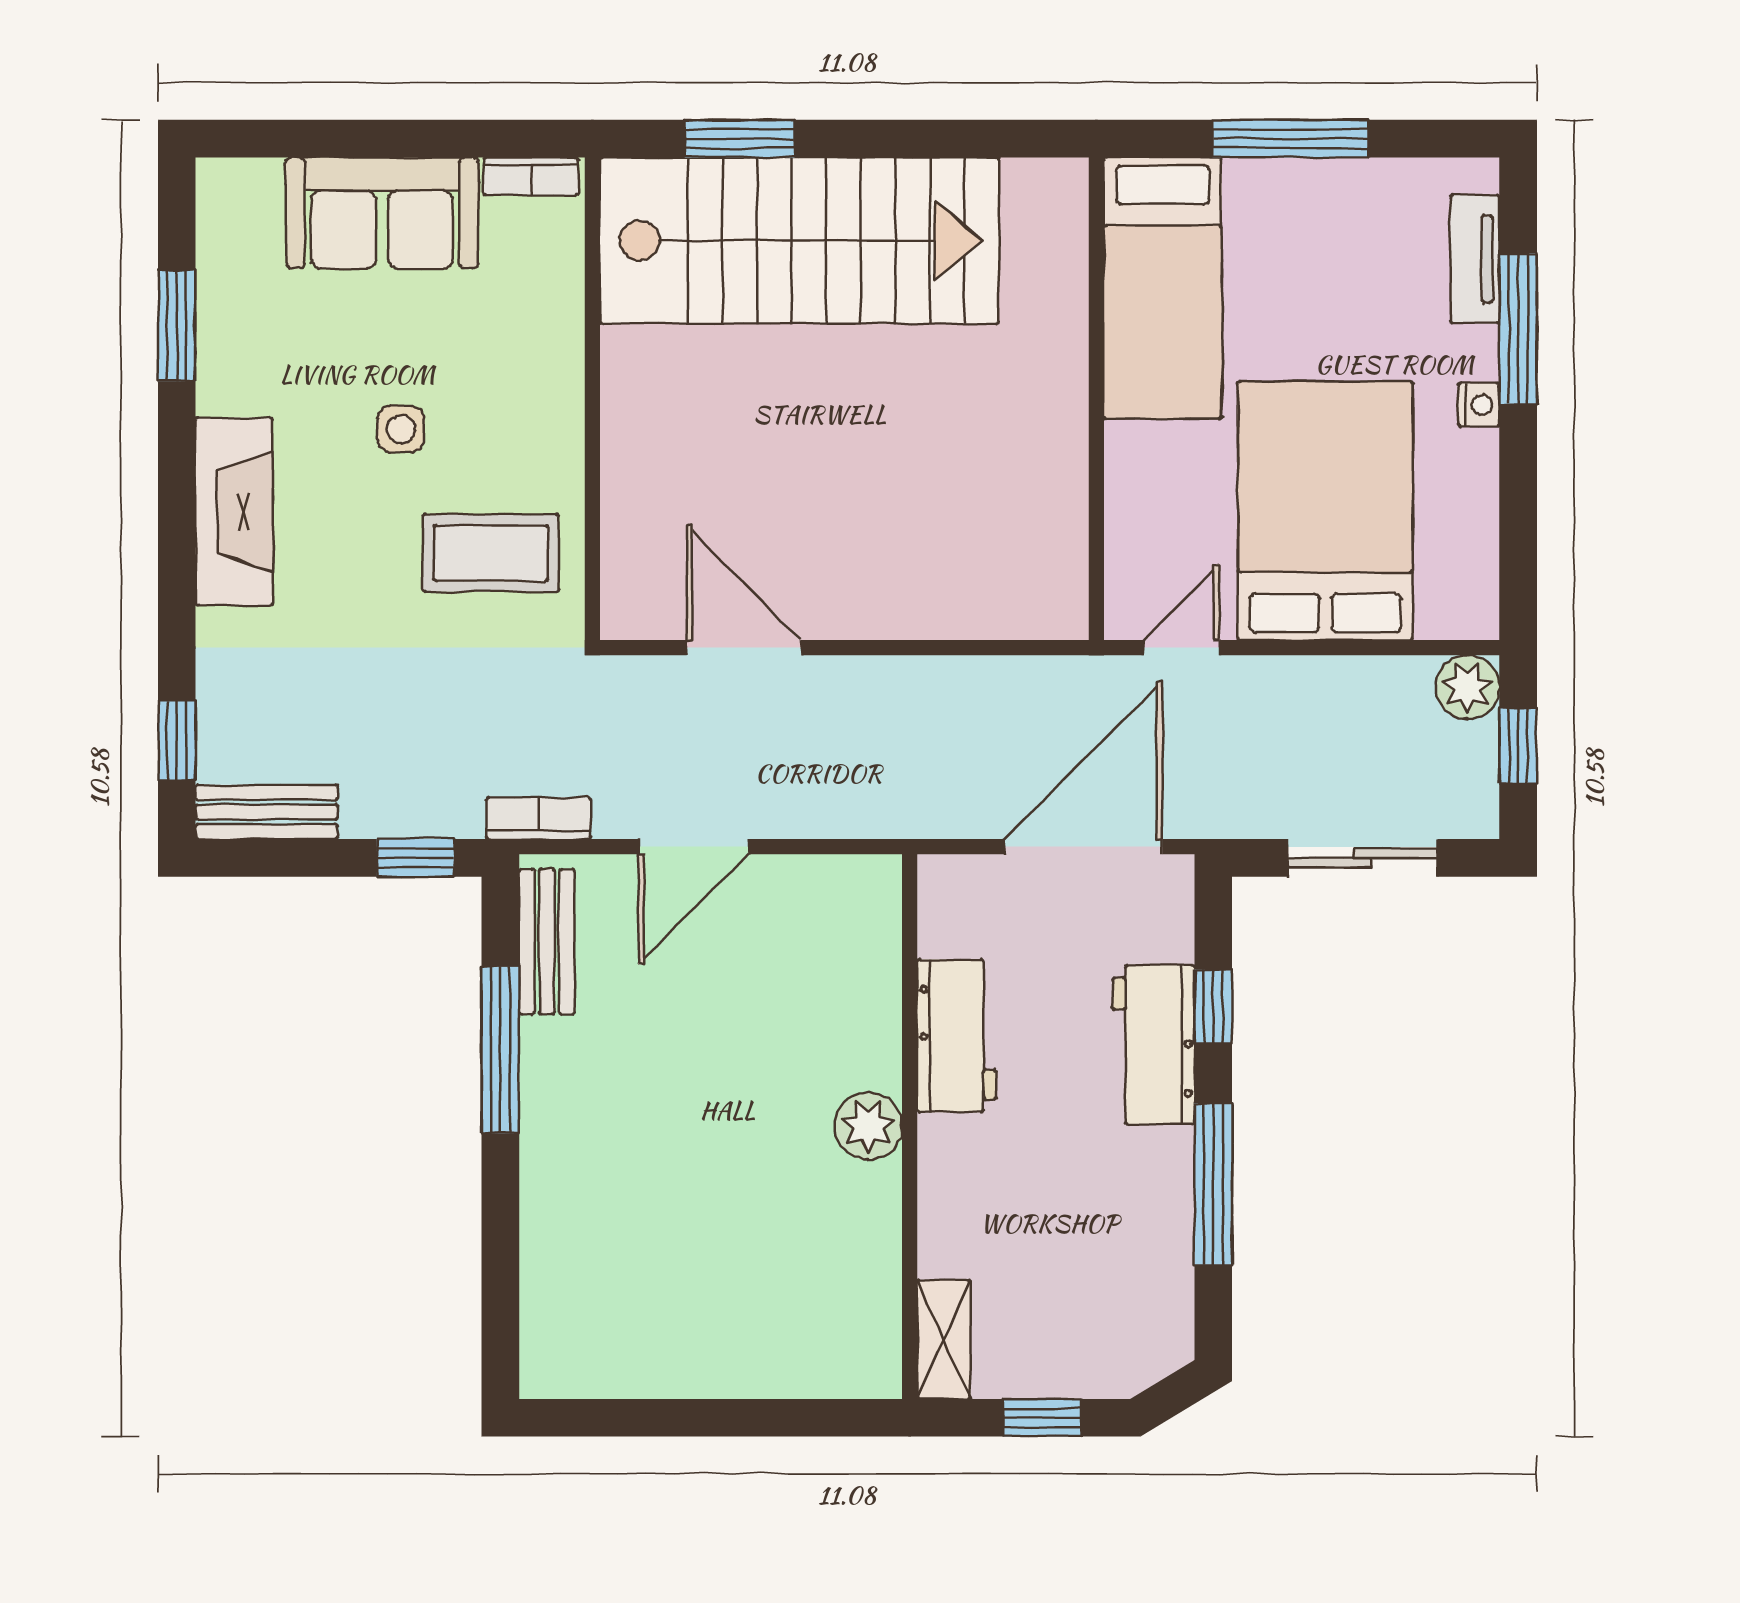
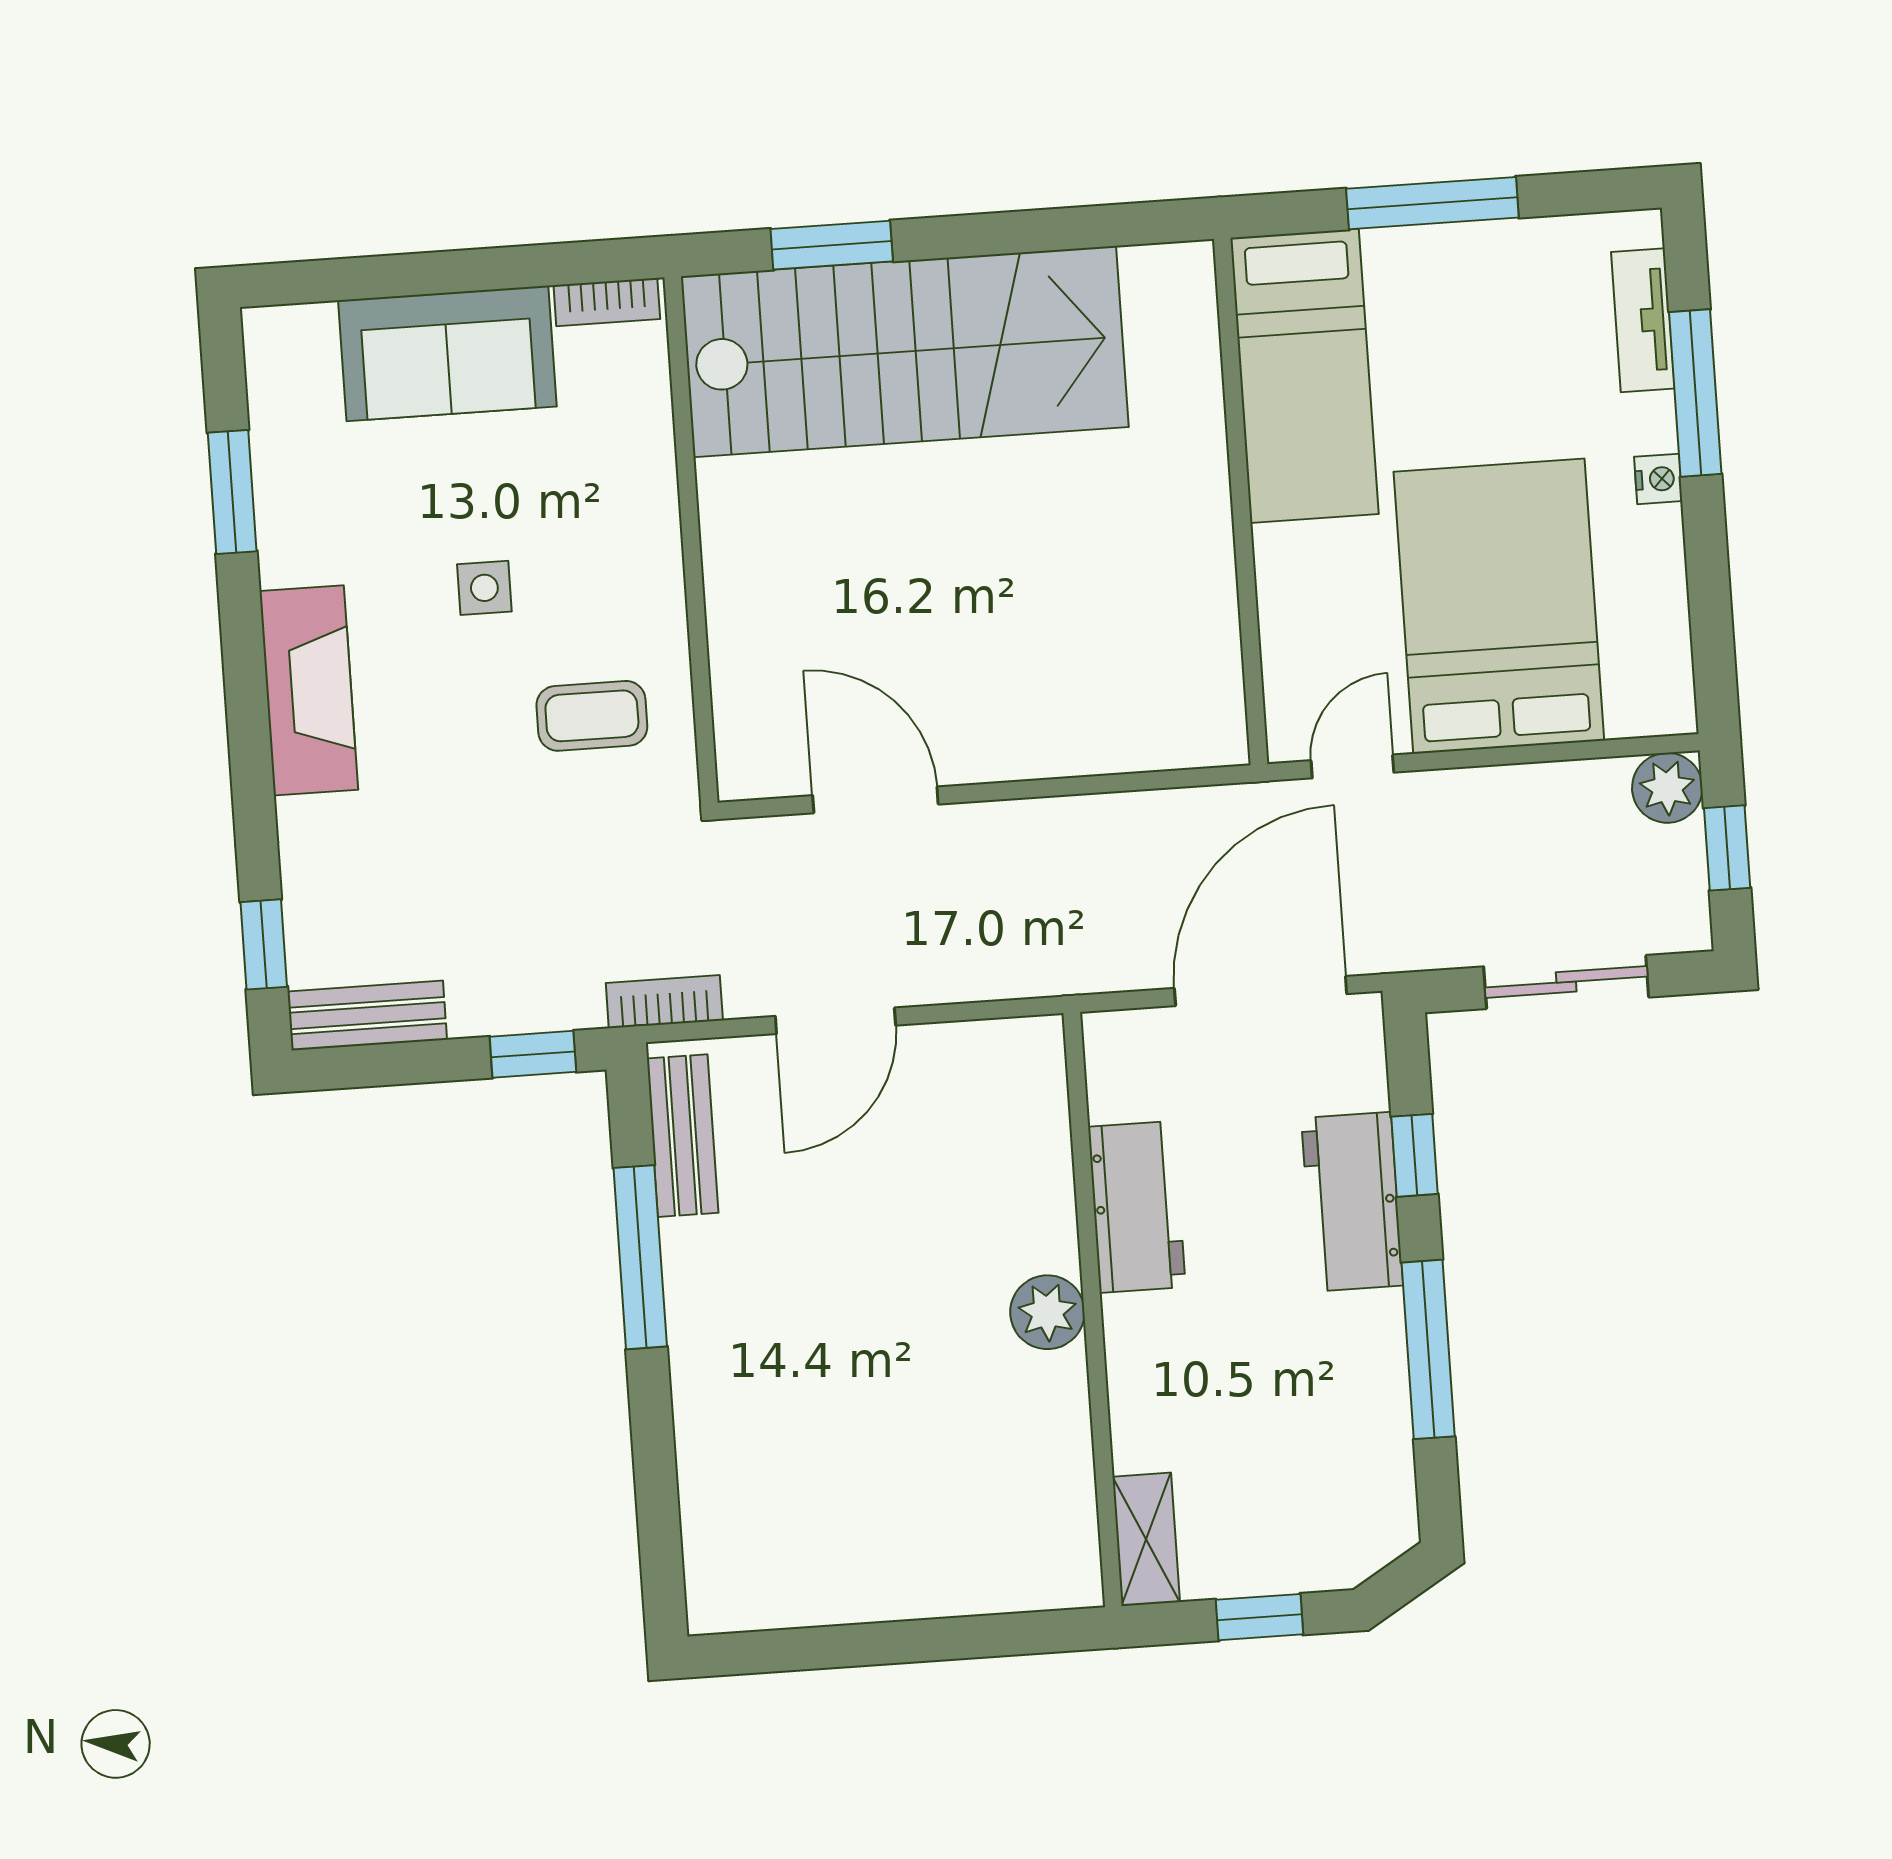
coffee table: (491, 553) -> (592, 716), width x0.73, depth x0.77

